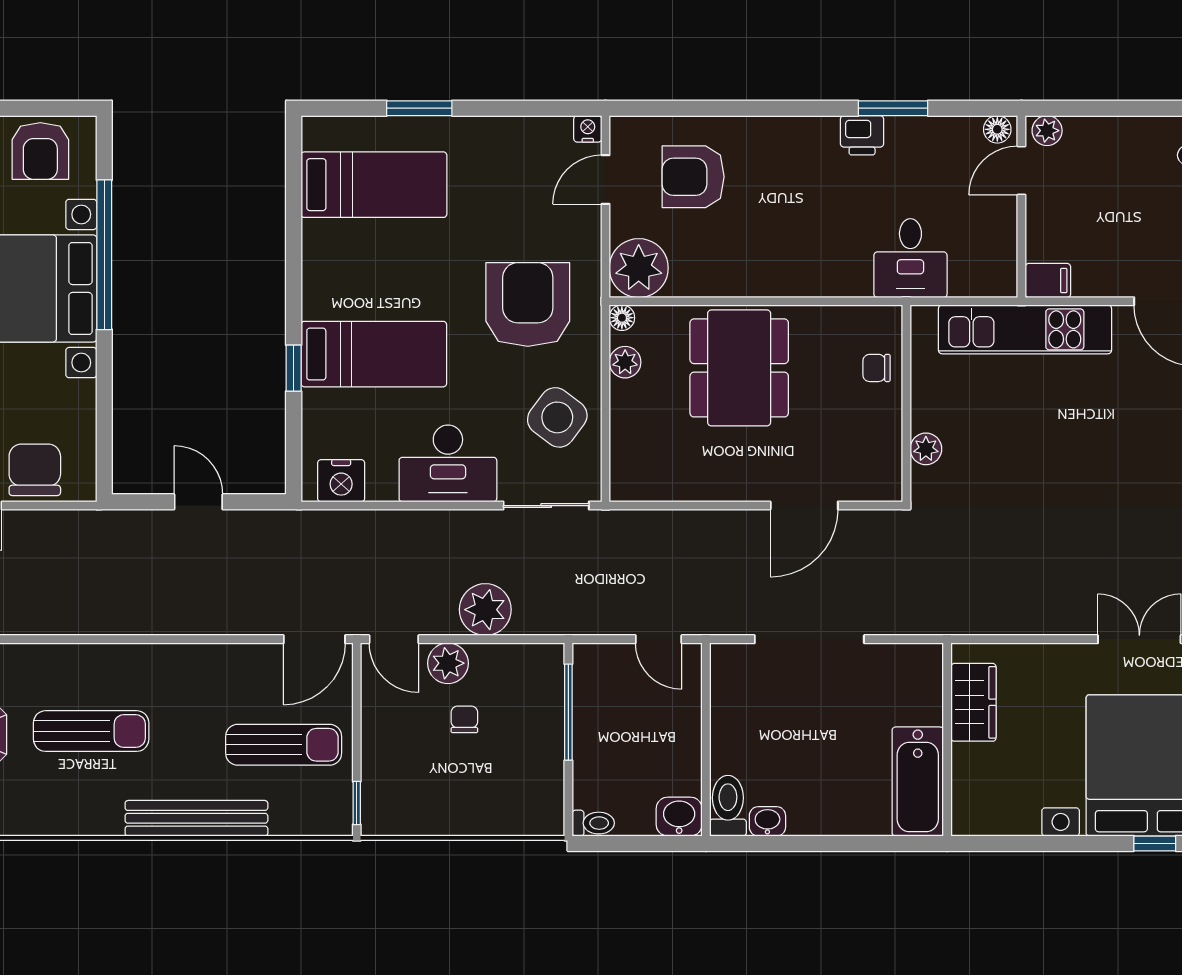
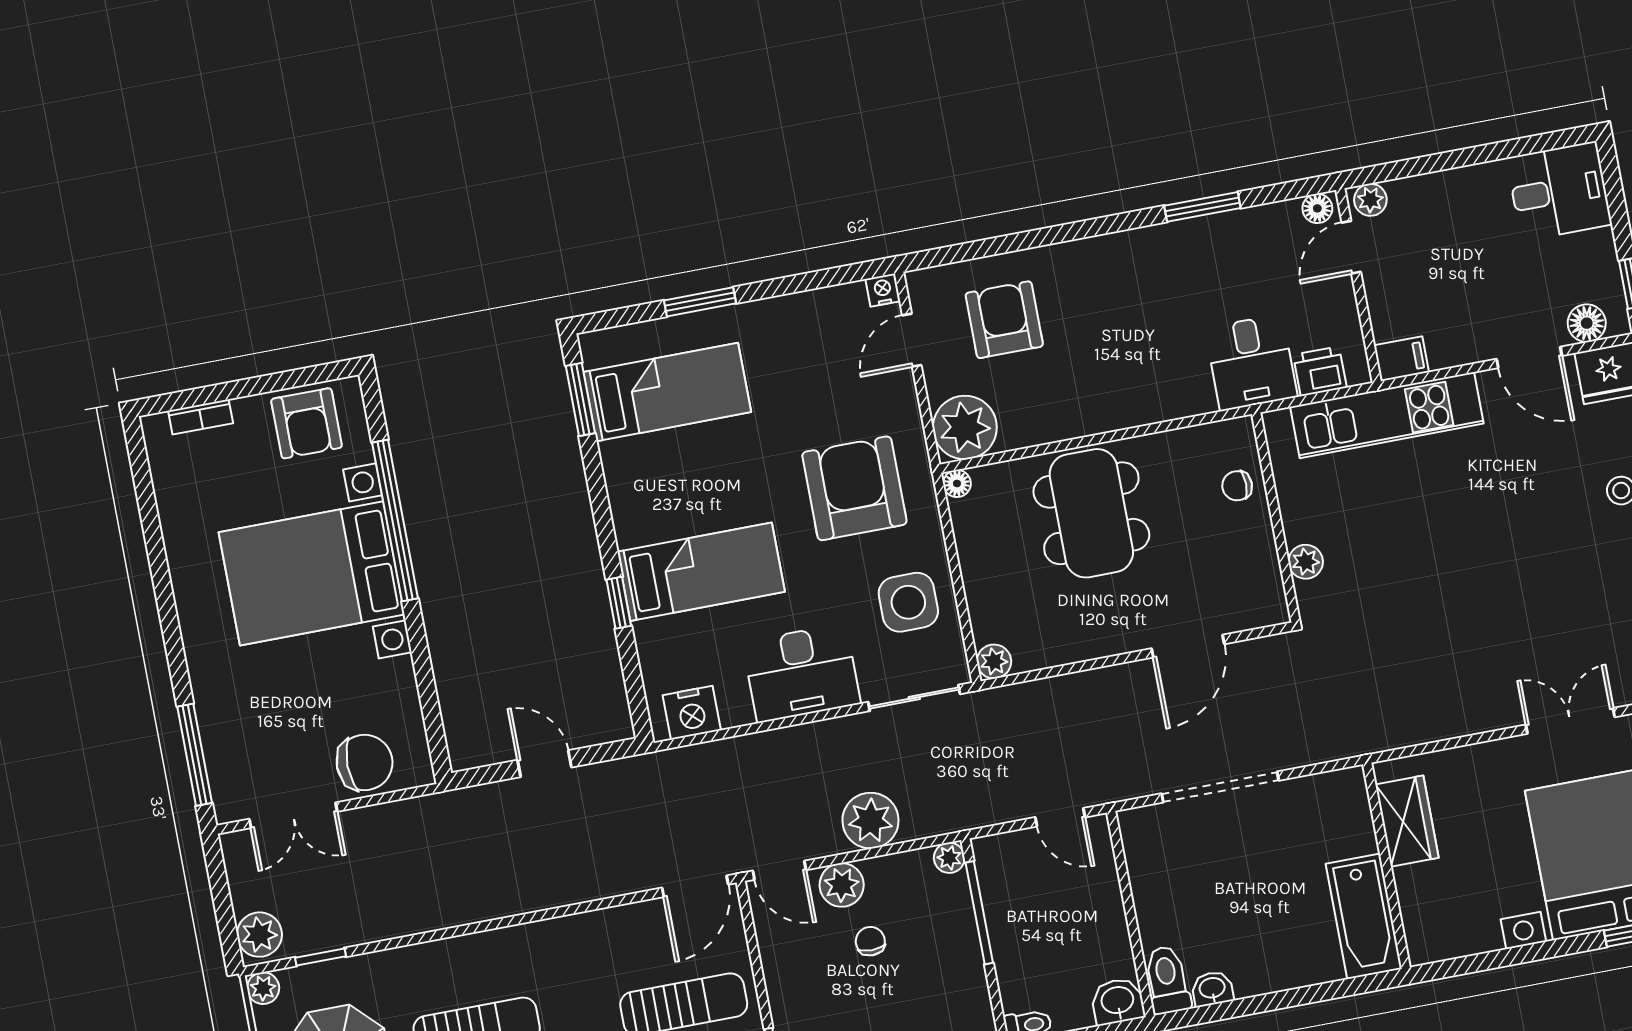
printer: (862, 135) -> (1320, 371), moved, turned 180
window: (294, 176) -> (580, 399), added
armchair: (693, 177) -> (1004, 320), turned 90
plant: (625, 362) -> (994, 661), moved
side table: (557, 417) -> (908, 602), turned -37
chair: (35, 470) -> (365, 763), turned 90
plant: (551, 657) -> (949, 858), added

